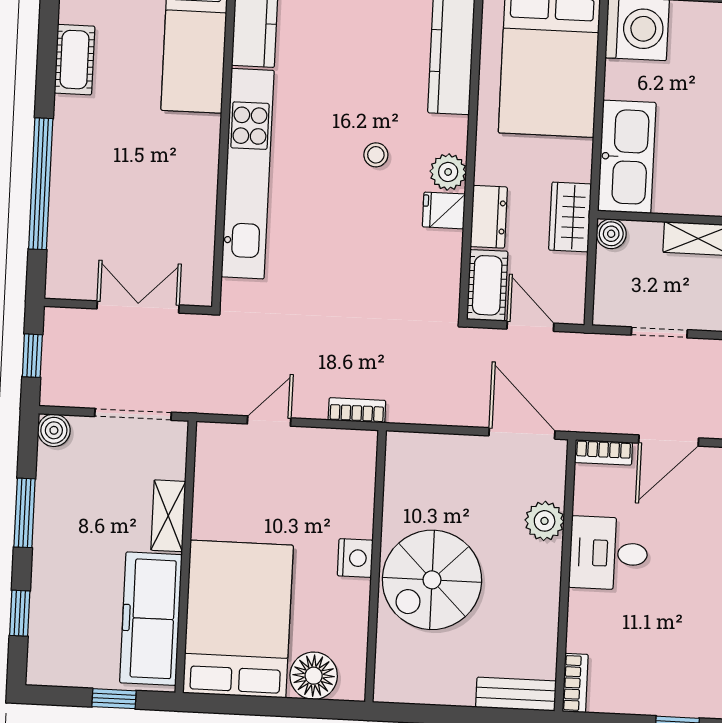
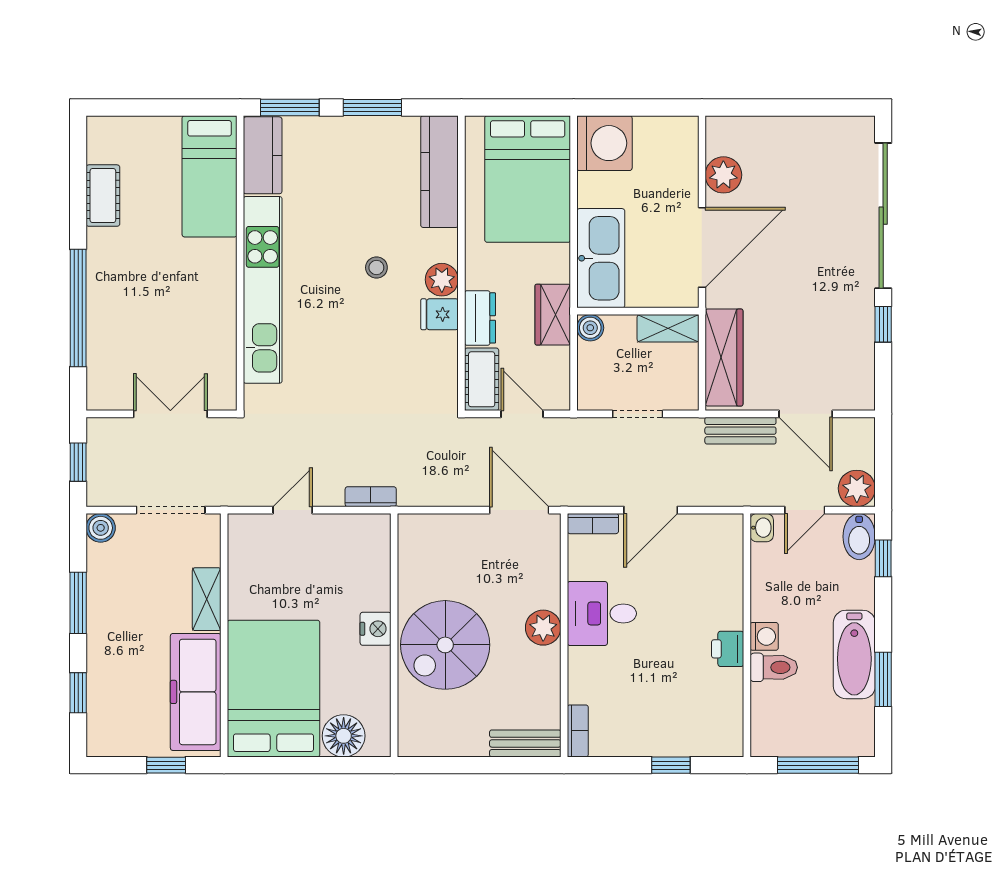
plant: (545, 521) -> (543, 628), moved

